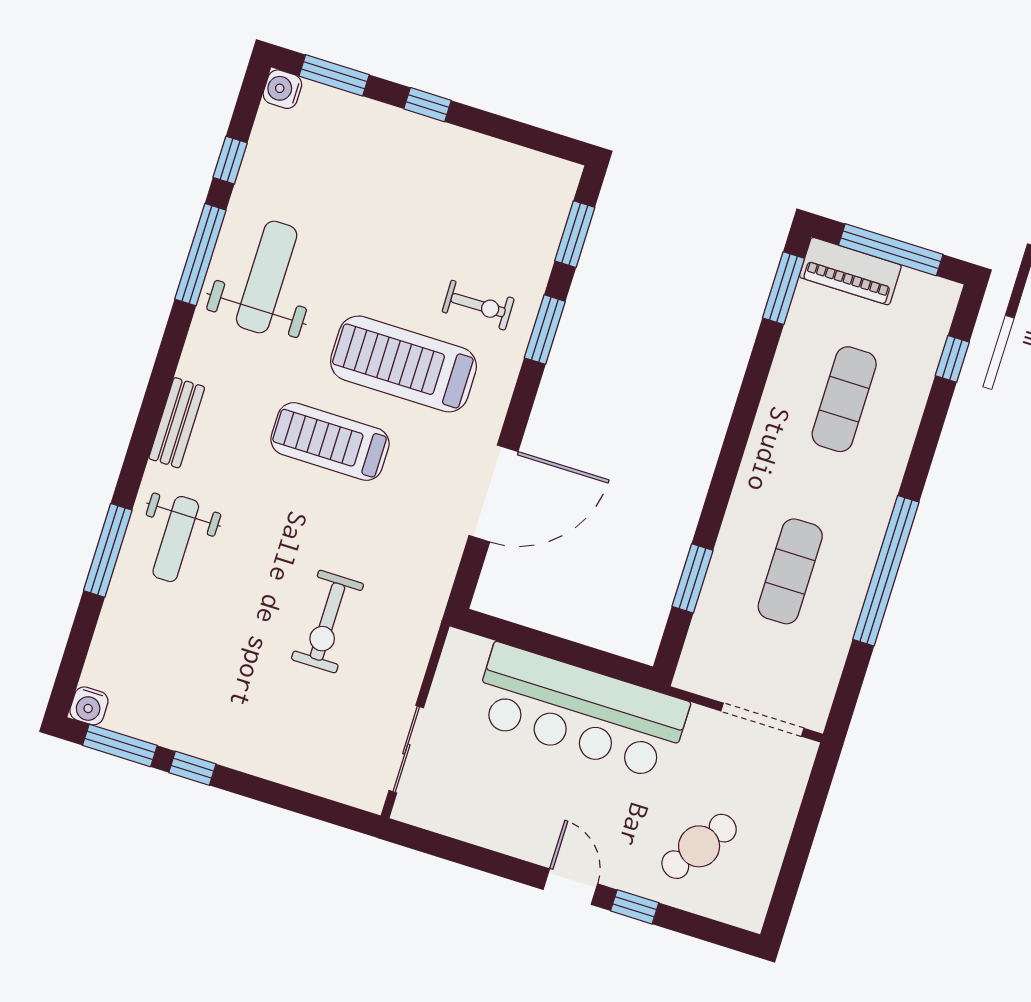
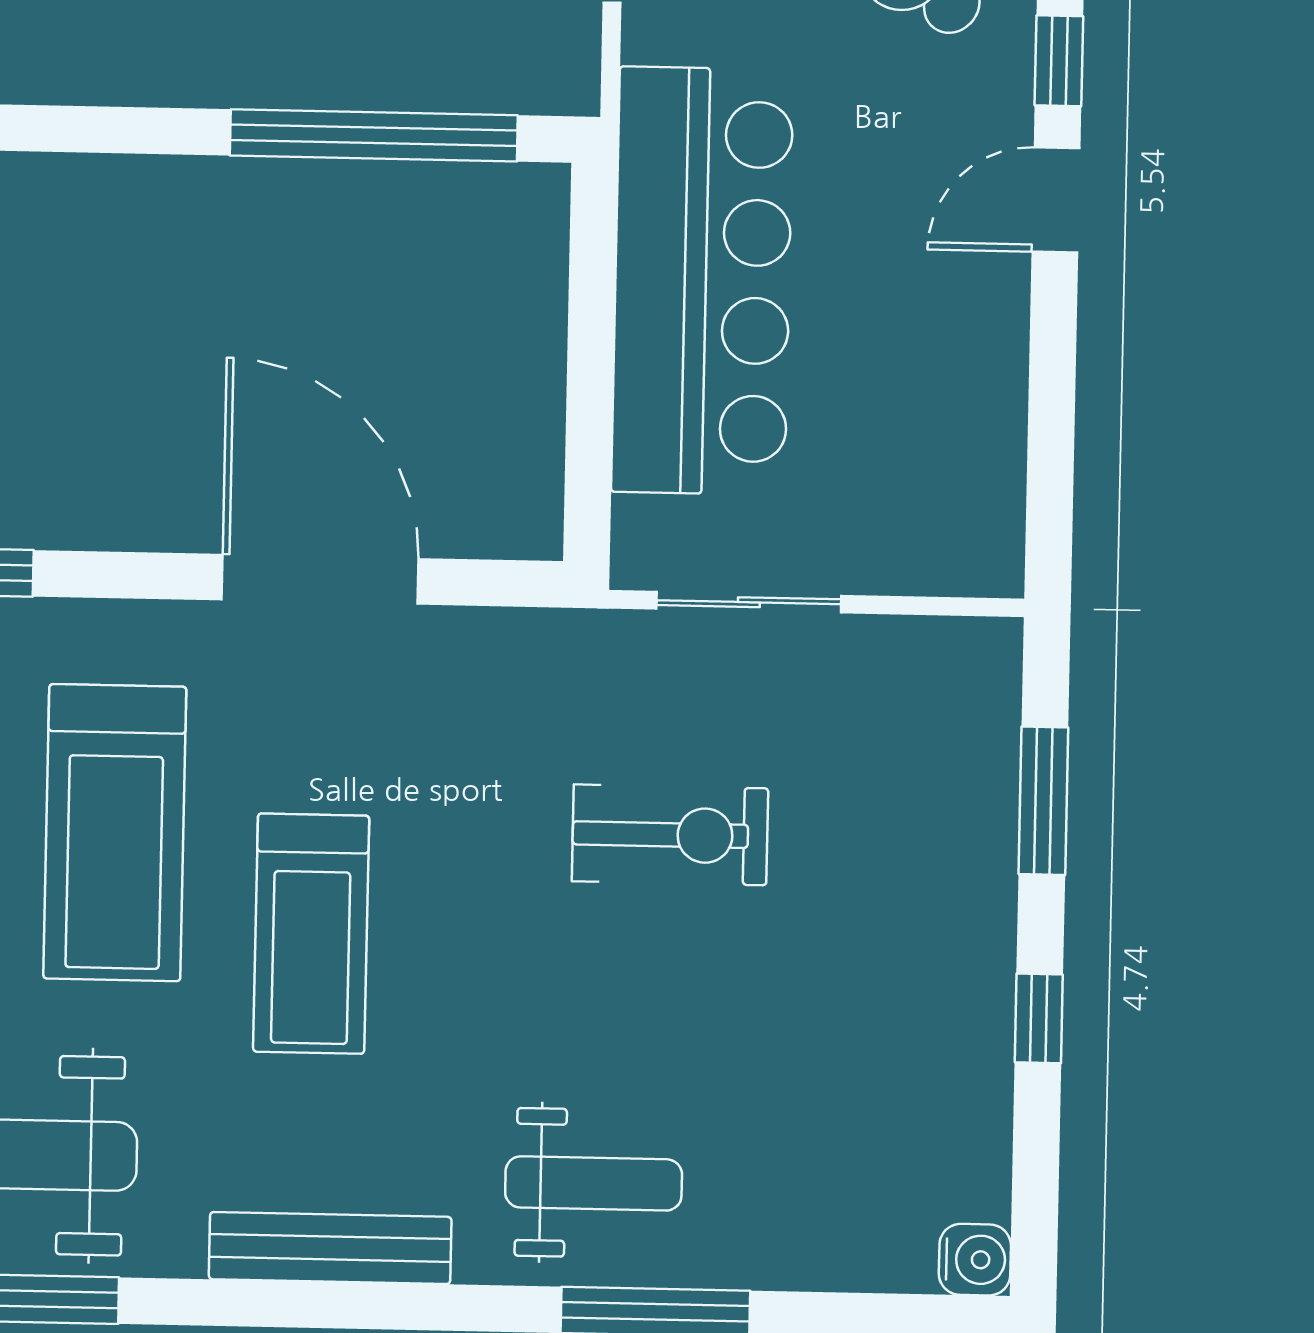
bench: (177, 423) -> (330, 1248), width x1.36
window: (692, 578) -> (374, 135), width x2.11
window: (120, 745) -> (1043, 801), moved
sliding door: (406, 749) -> (749, 602), moved

